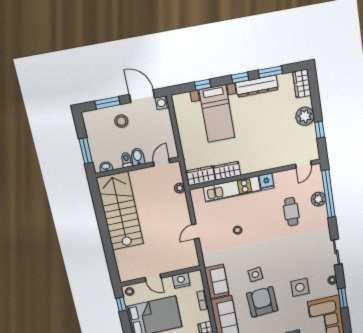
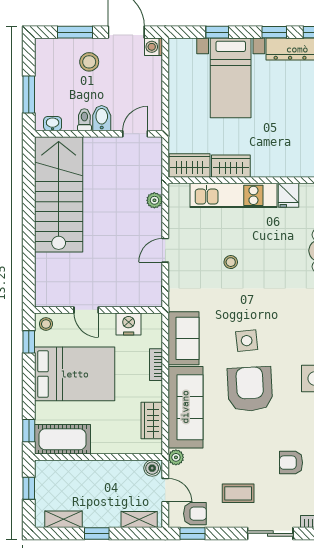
plant: (180, 188) -> (154, 200), moved

